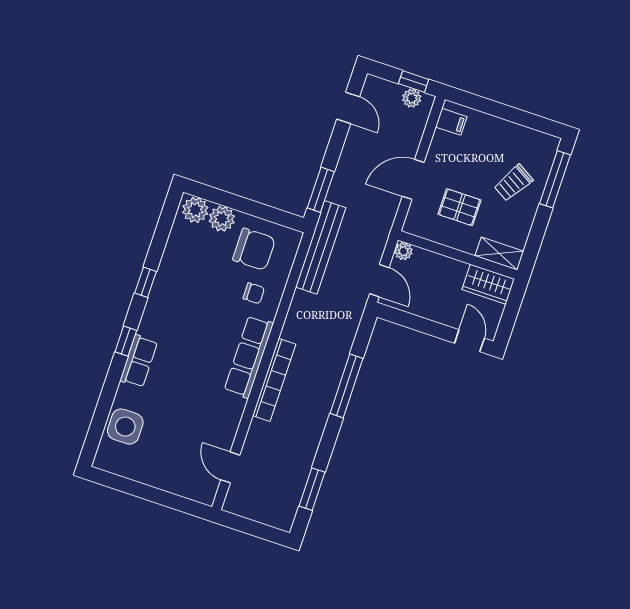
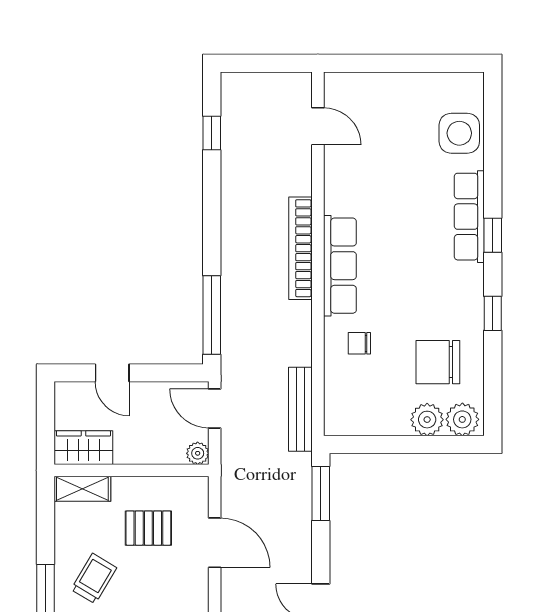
door: (413, 179) -> (215, 543), hinge flipped
bench: (321, 247) -> (300, 409), width x0.73, depth x0.82
chair: (254, 249) -> (438, 362), moved
door: (469, 341) -> (112, 373), moved
row of seats: (139, 361) -> (469, 217), width x1.48
window: (346, 386) -> (212, 315), moved
window: (312, 489) -> (212, 133), width x0.67

